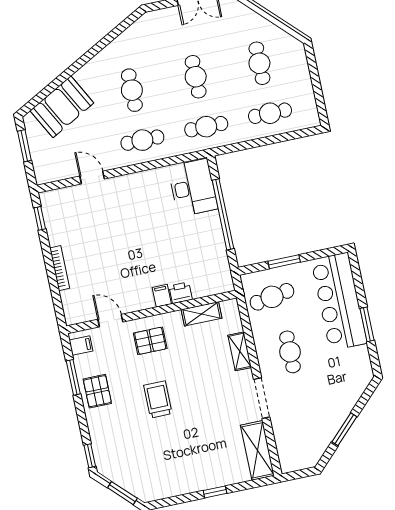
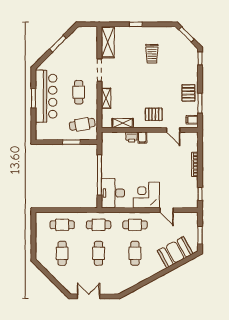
corner desk: (133, 196) -> (146, 195), added
bar counter: (339, 302) -> (46, 96), moved
trolley: (158, 399) -> (152, 54), moved

